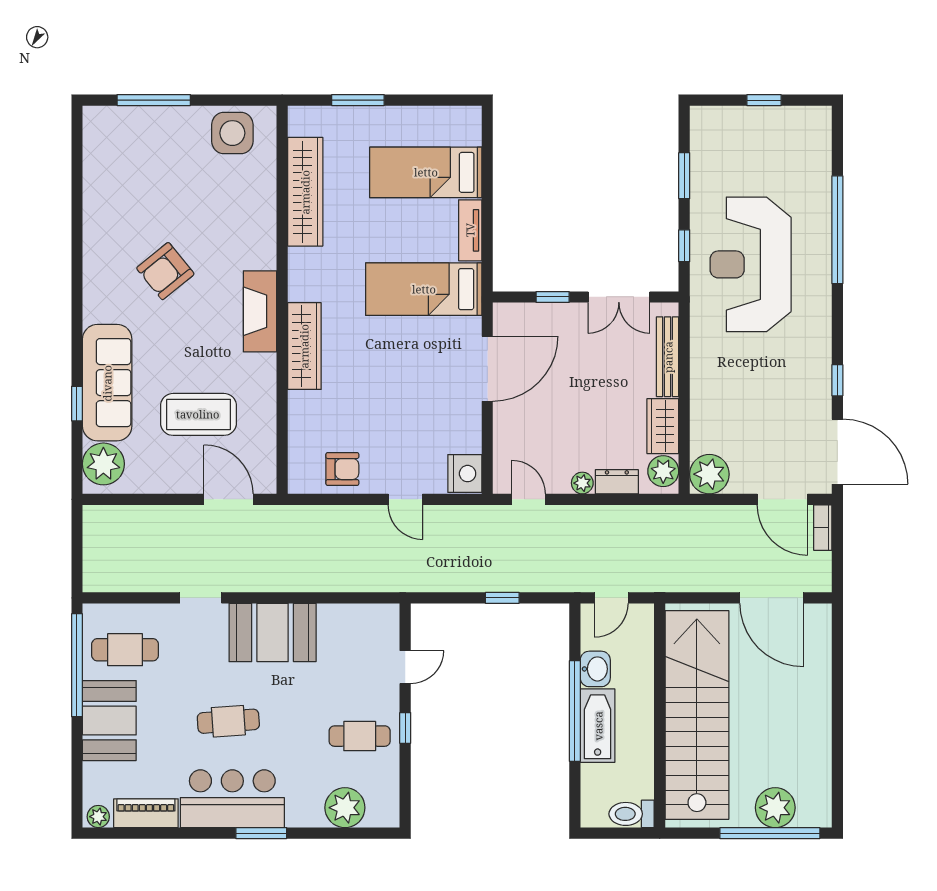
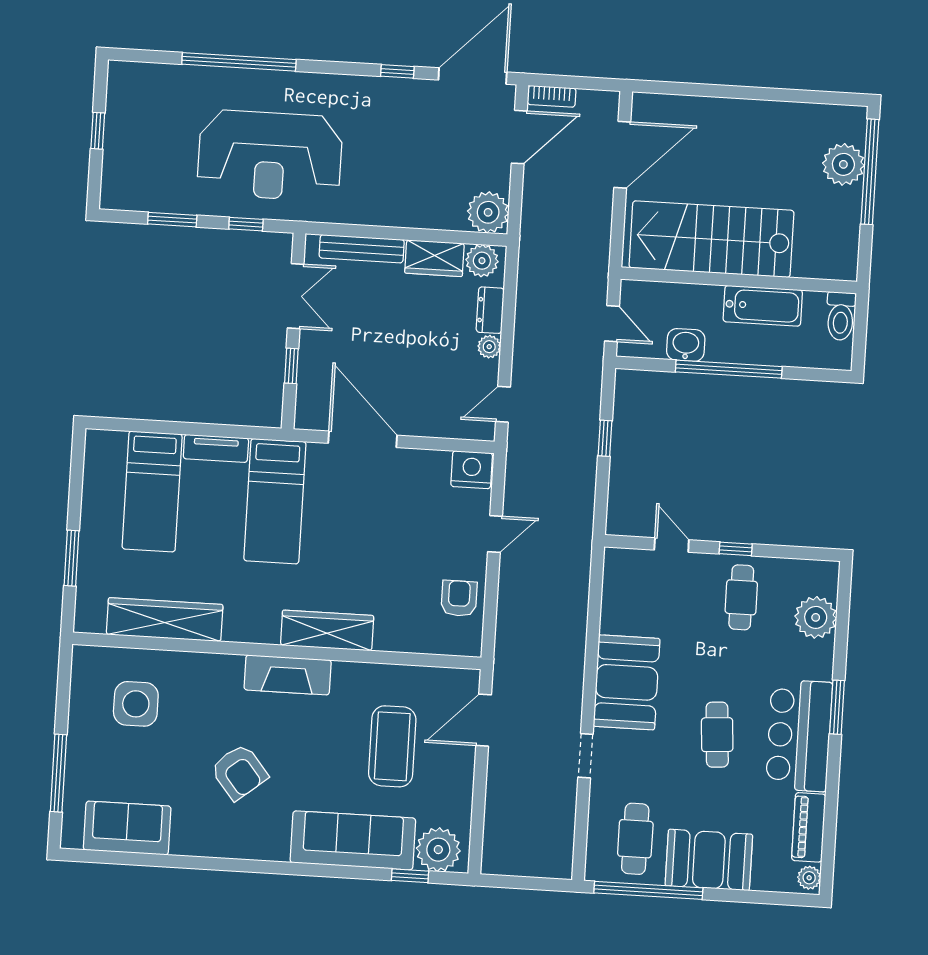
side table: (232, 133) -> (136, 704), moved
sofa: (106, 168) -> (127, 828), added
window: (77, 404) -> (410, 876), moved
stairs: (697, 715) -> (711, 239), width x0.73
bathtub: (598, 726) -> (763, 306), moved, turned 180

